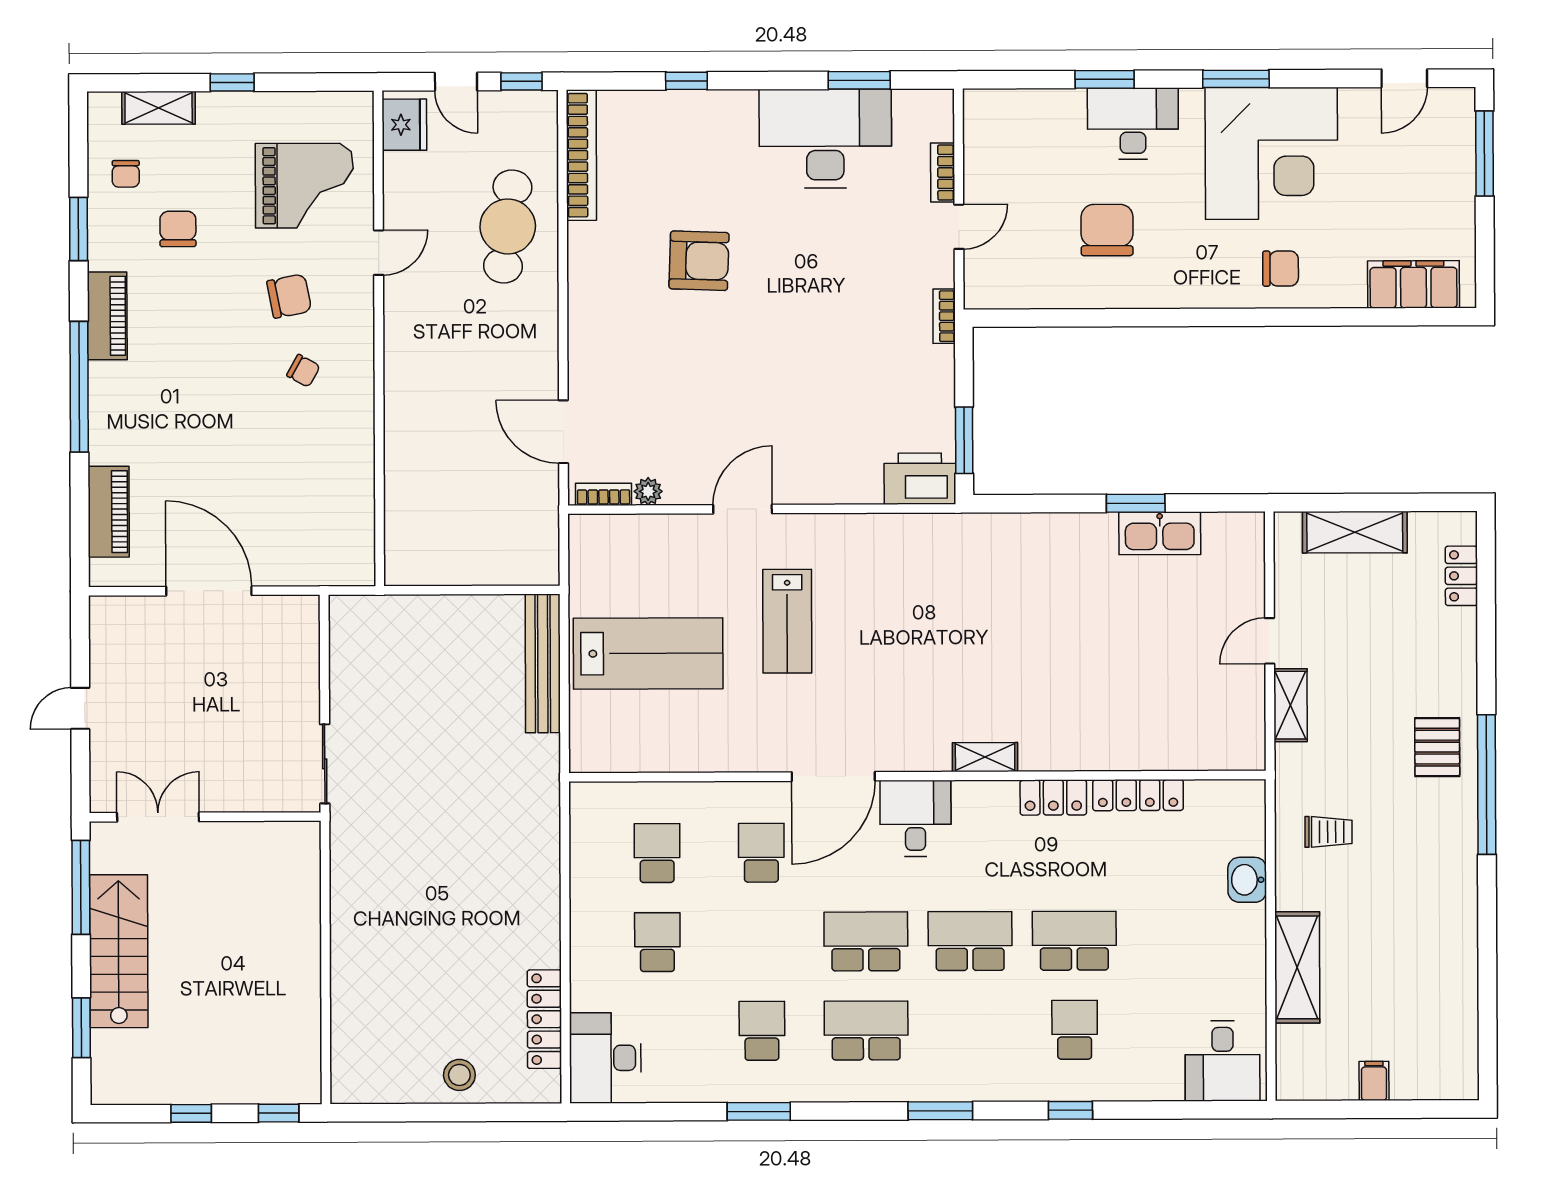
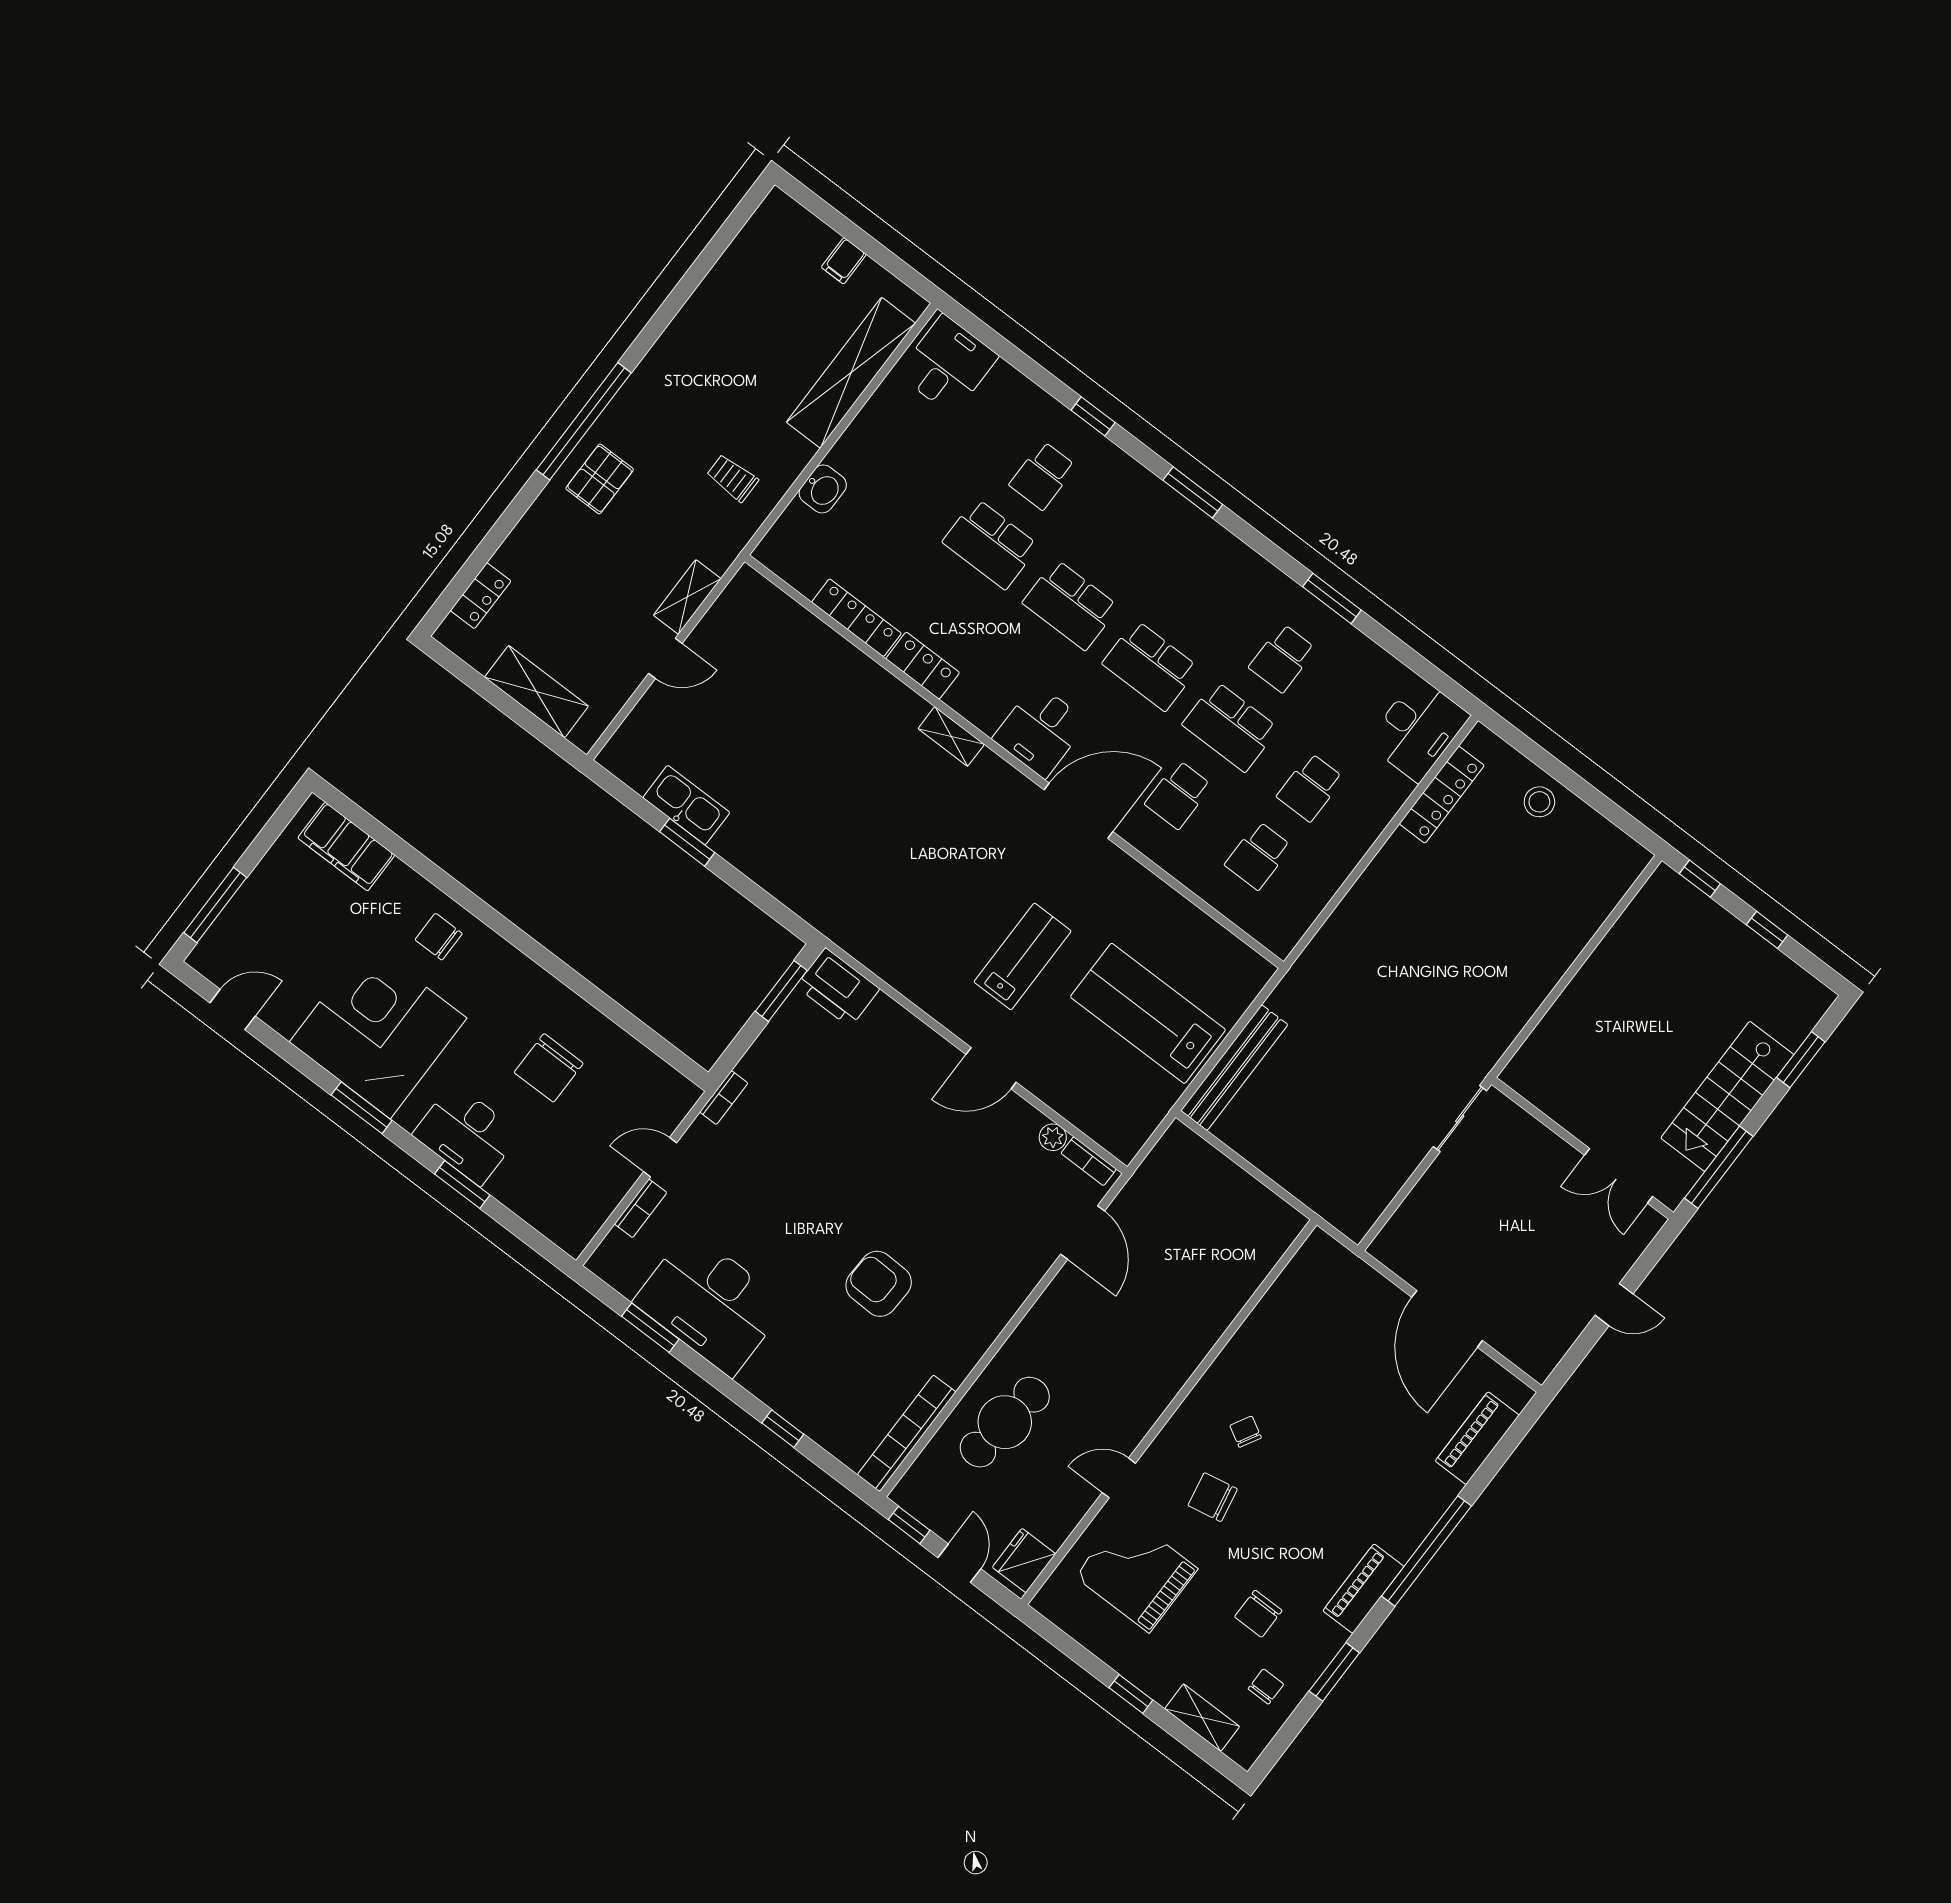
shelving: (1297, 967) -> (851, 373), width x1.47
school desk: (866, 1030) -> (1230, 726), moved

